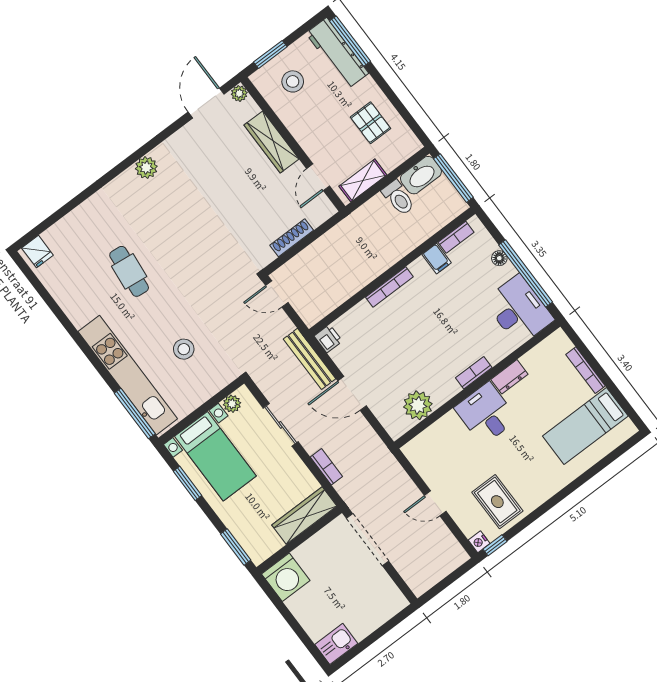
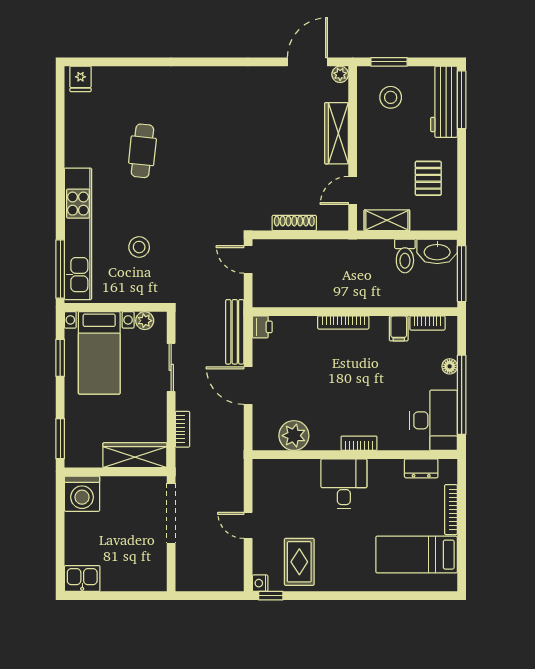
plant: (146, 168) -> (220, 77), removed
dresser: (509, 377) -> (421, 468), moved

